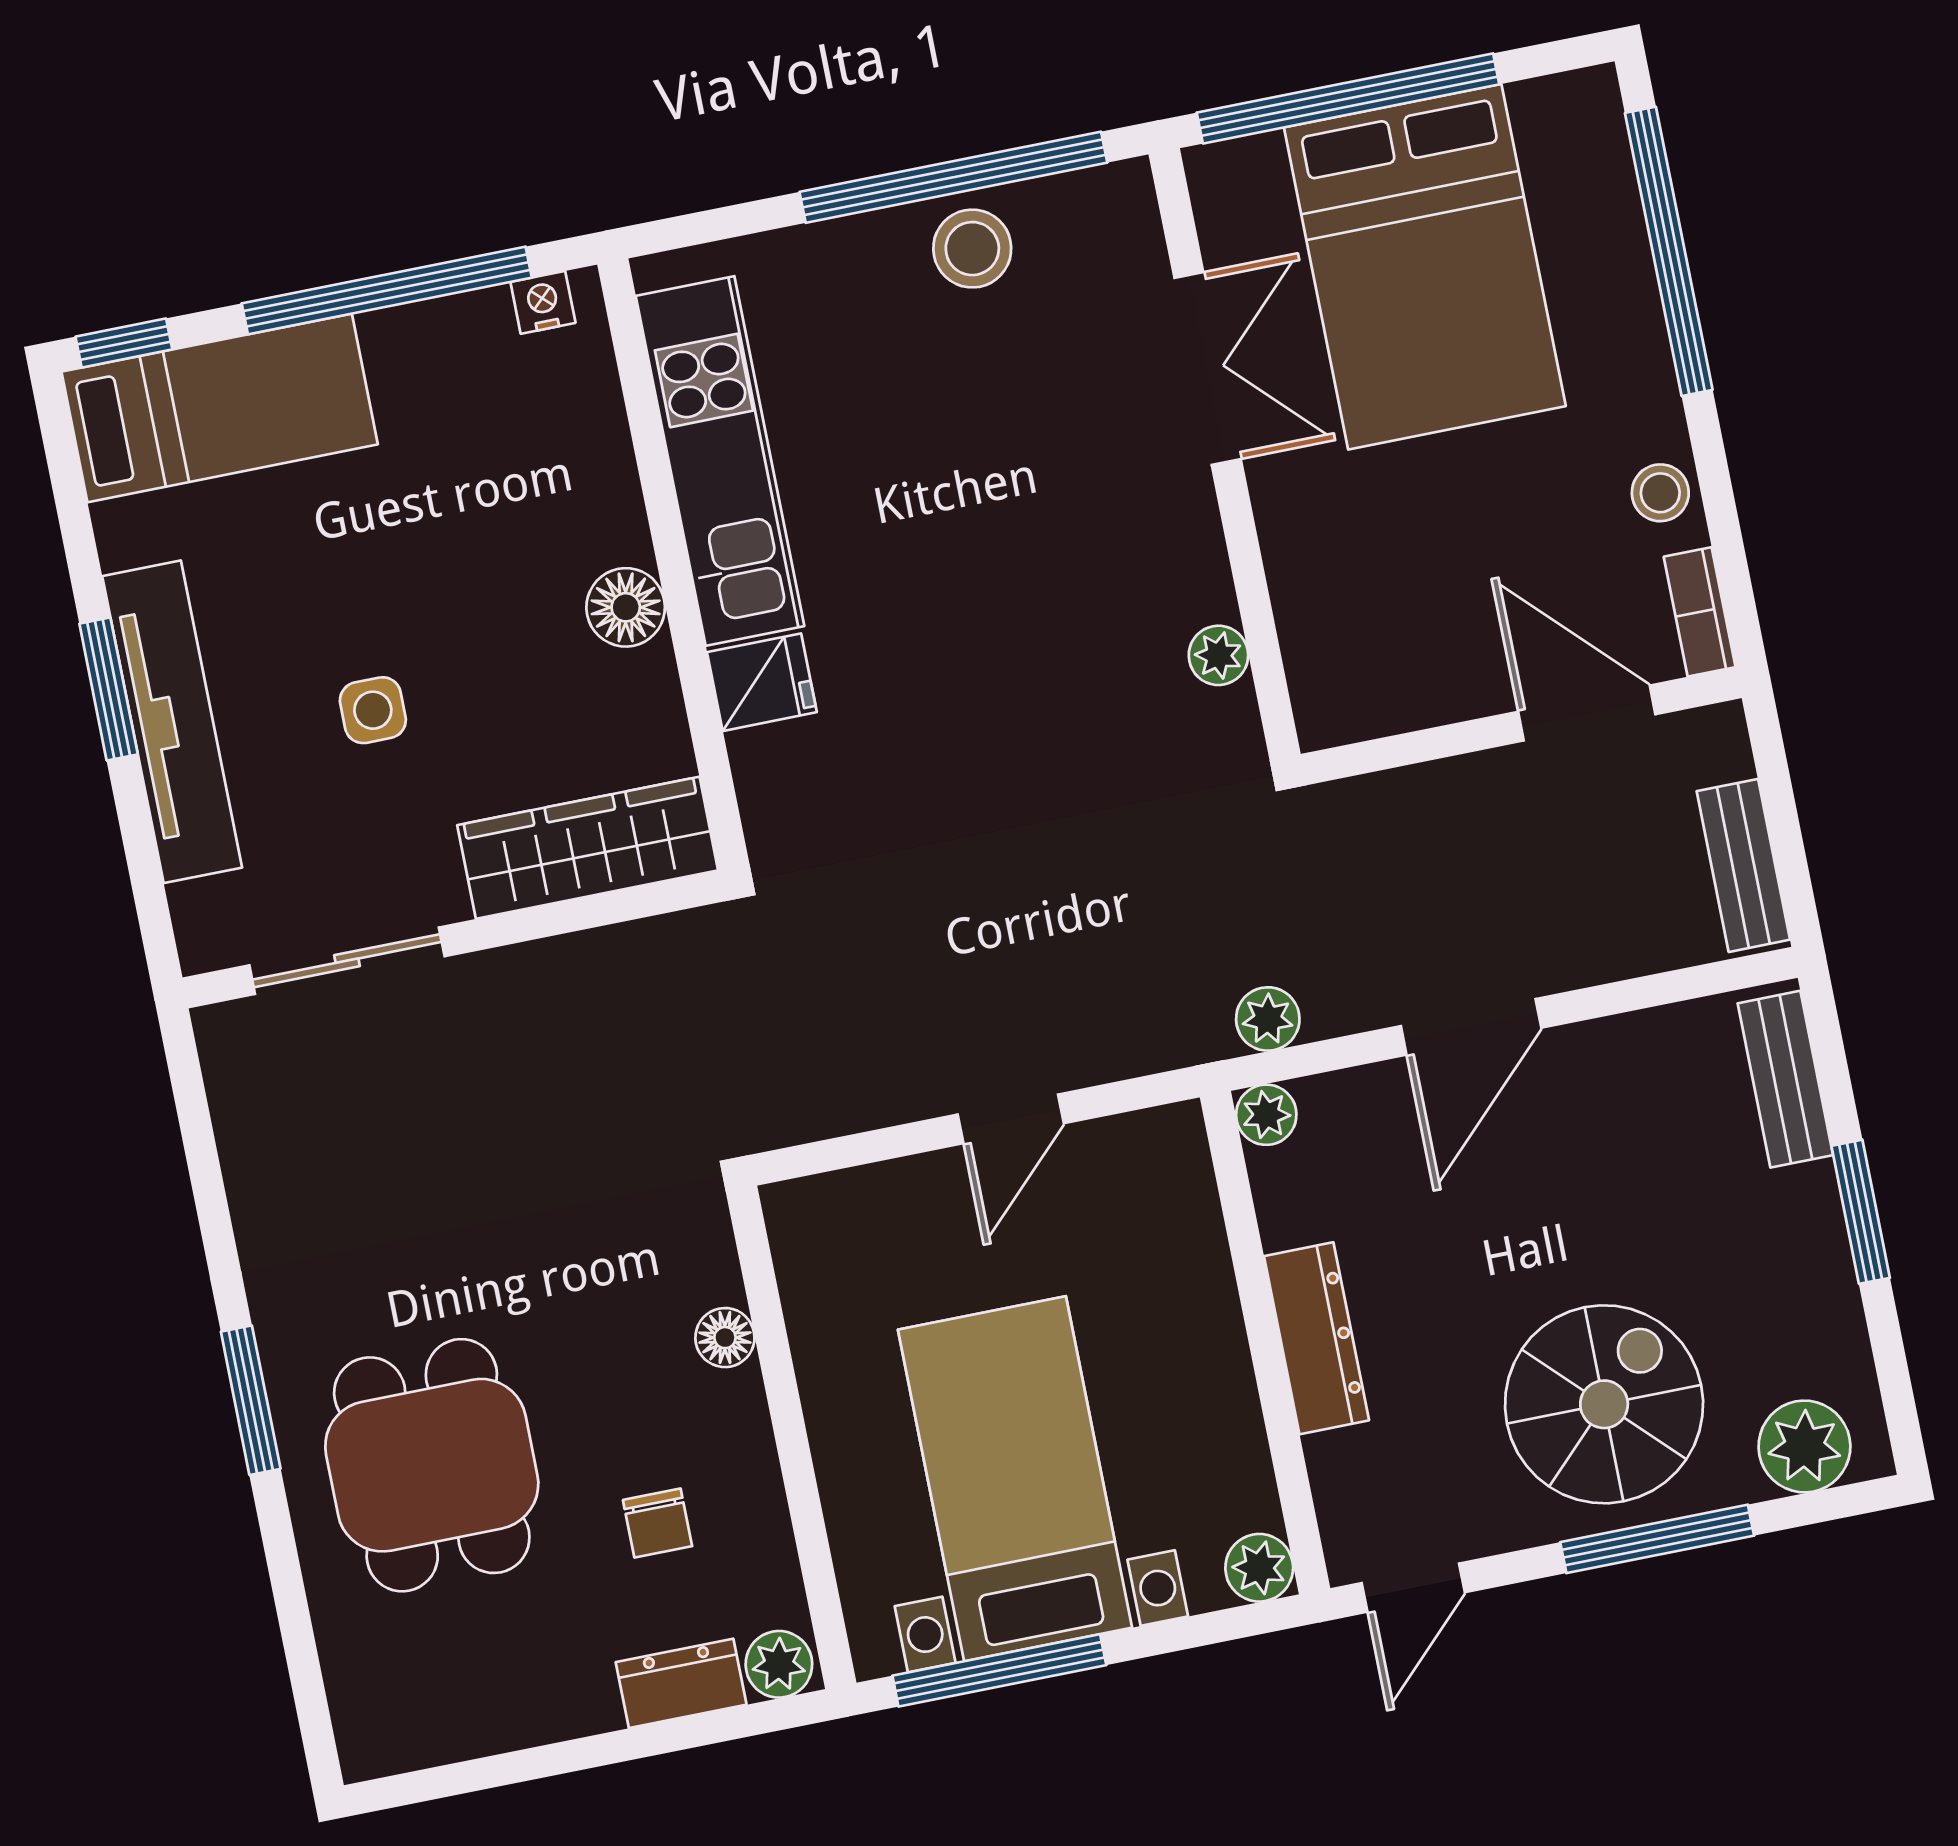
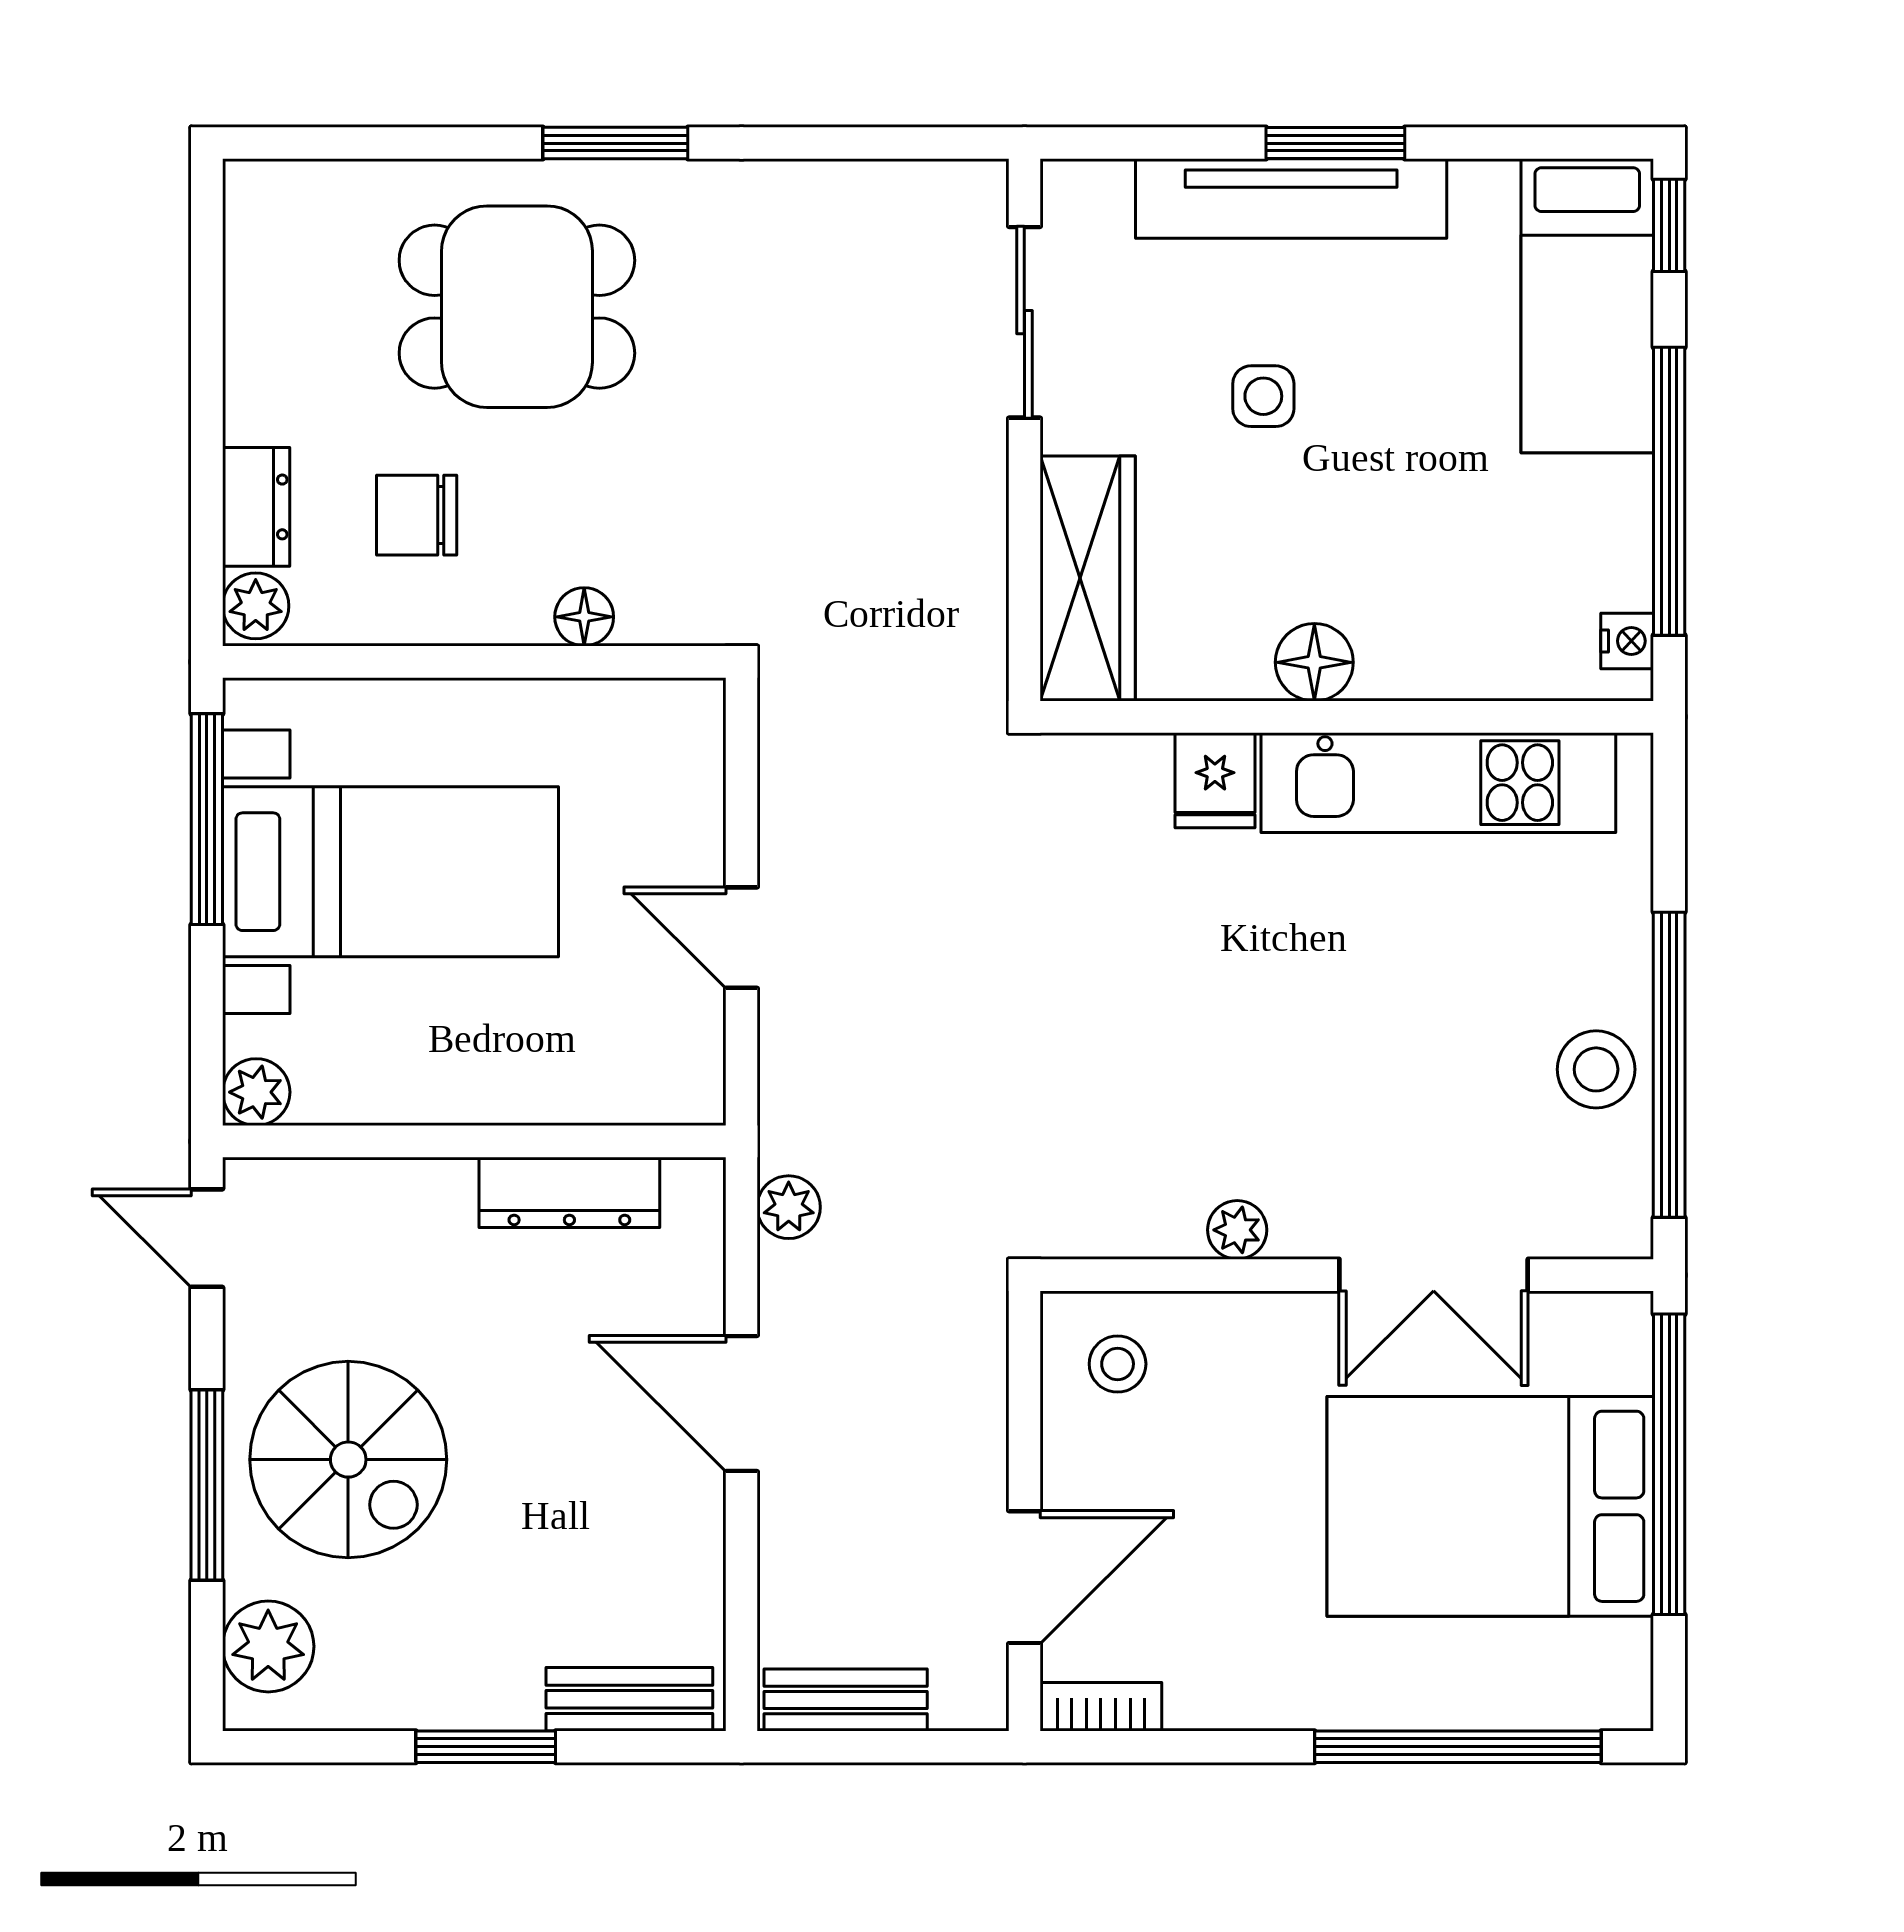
stool: (1660, 493) -> (1118, 1364), moved
plant: (1218, 655) -> (1237, 1230), moved
plant: (1266, 1115) -> (696, 1187), removed
dresser: (1316, 1338) -> (569, 1192), moved
chair: (658, 1523) -> (417, 515), width x1.37, depth x1.37

